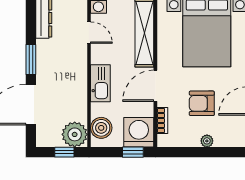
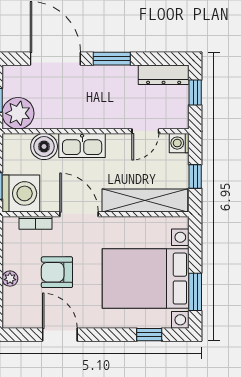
armchair: (202, 103) -> (57, 272), turned -90
boiler: (101, 128) -> (44, 147), moved

